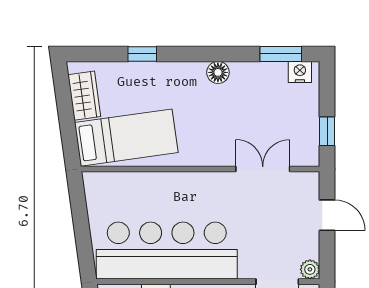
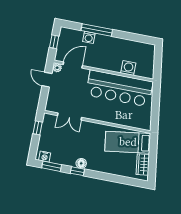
window: (142, 54) -> (77, 171), moved
door: (327, 215) -> (47, 80), moved

